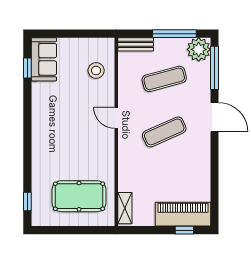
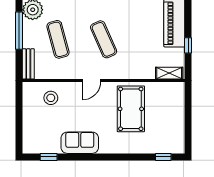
sofa: (44, 59) -> (80, 143), moved
pool table: (79, 196) -> (131, 109), moved
window: (184, 230) -> (188, 45), moved

